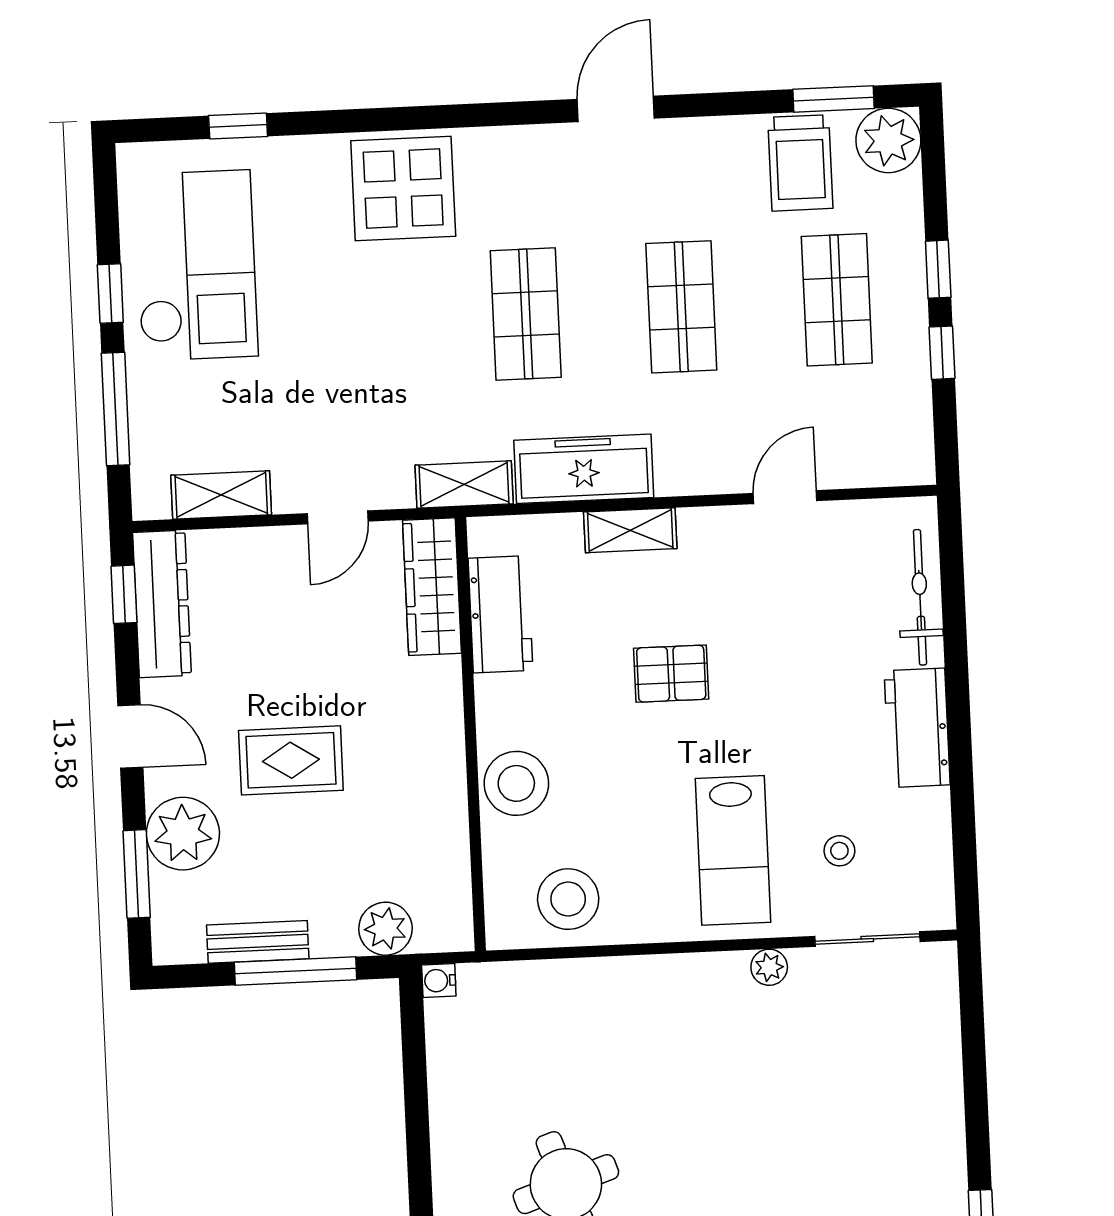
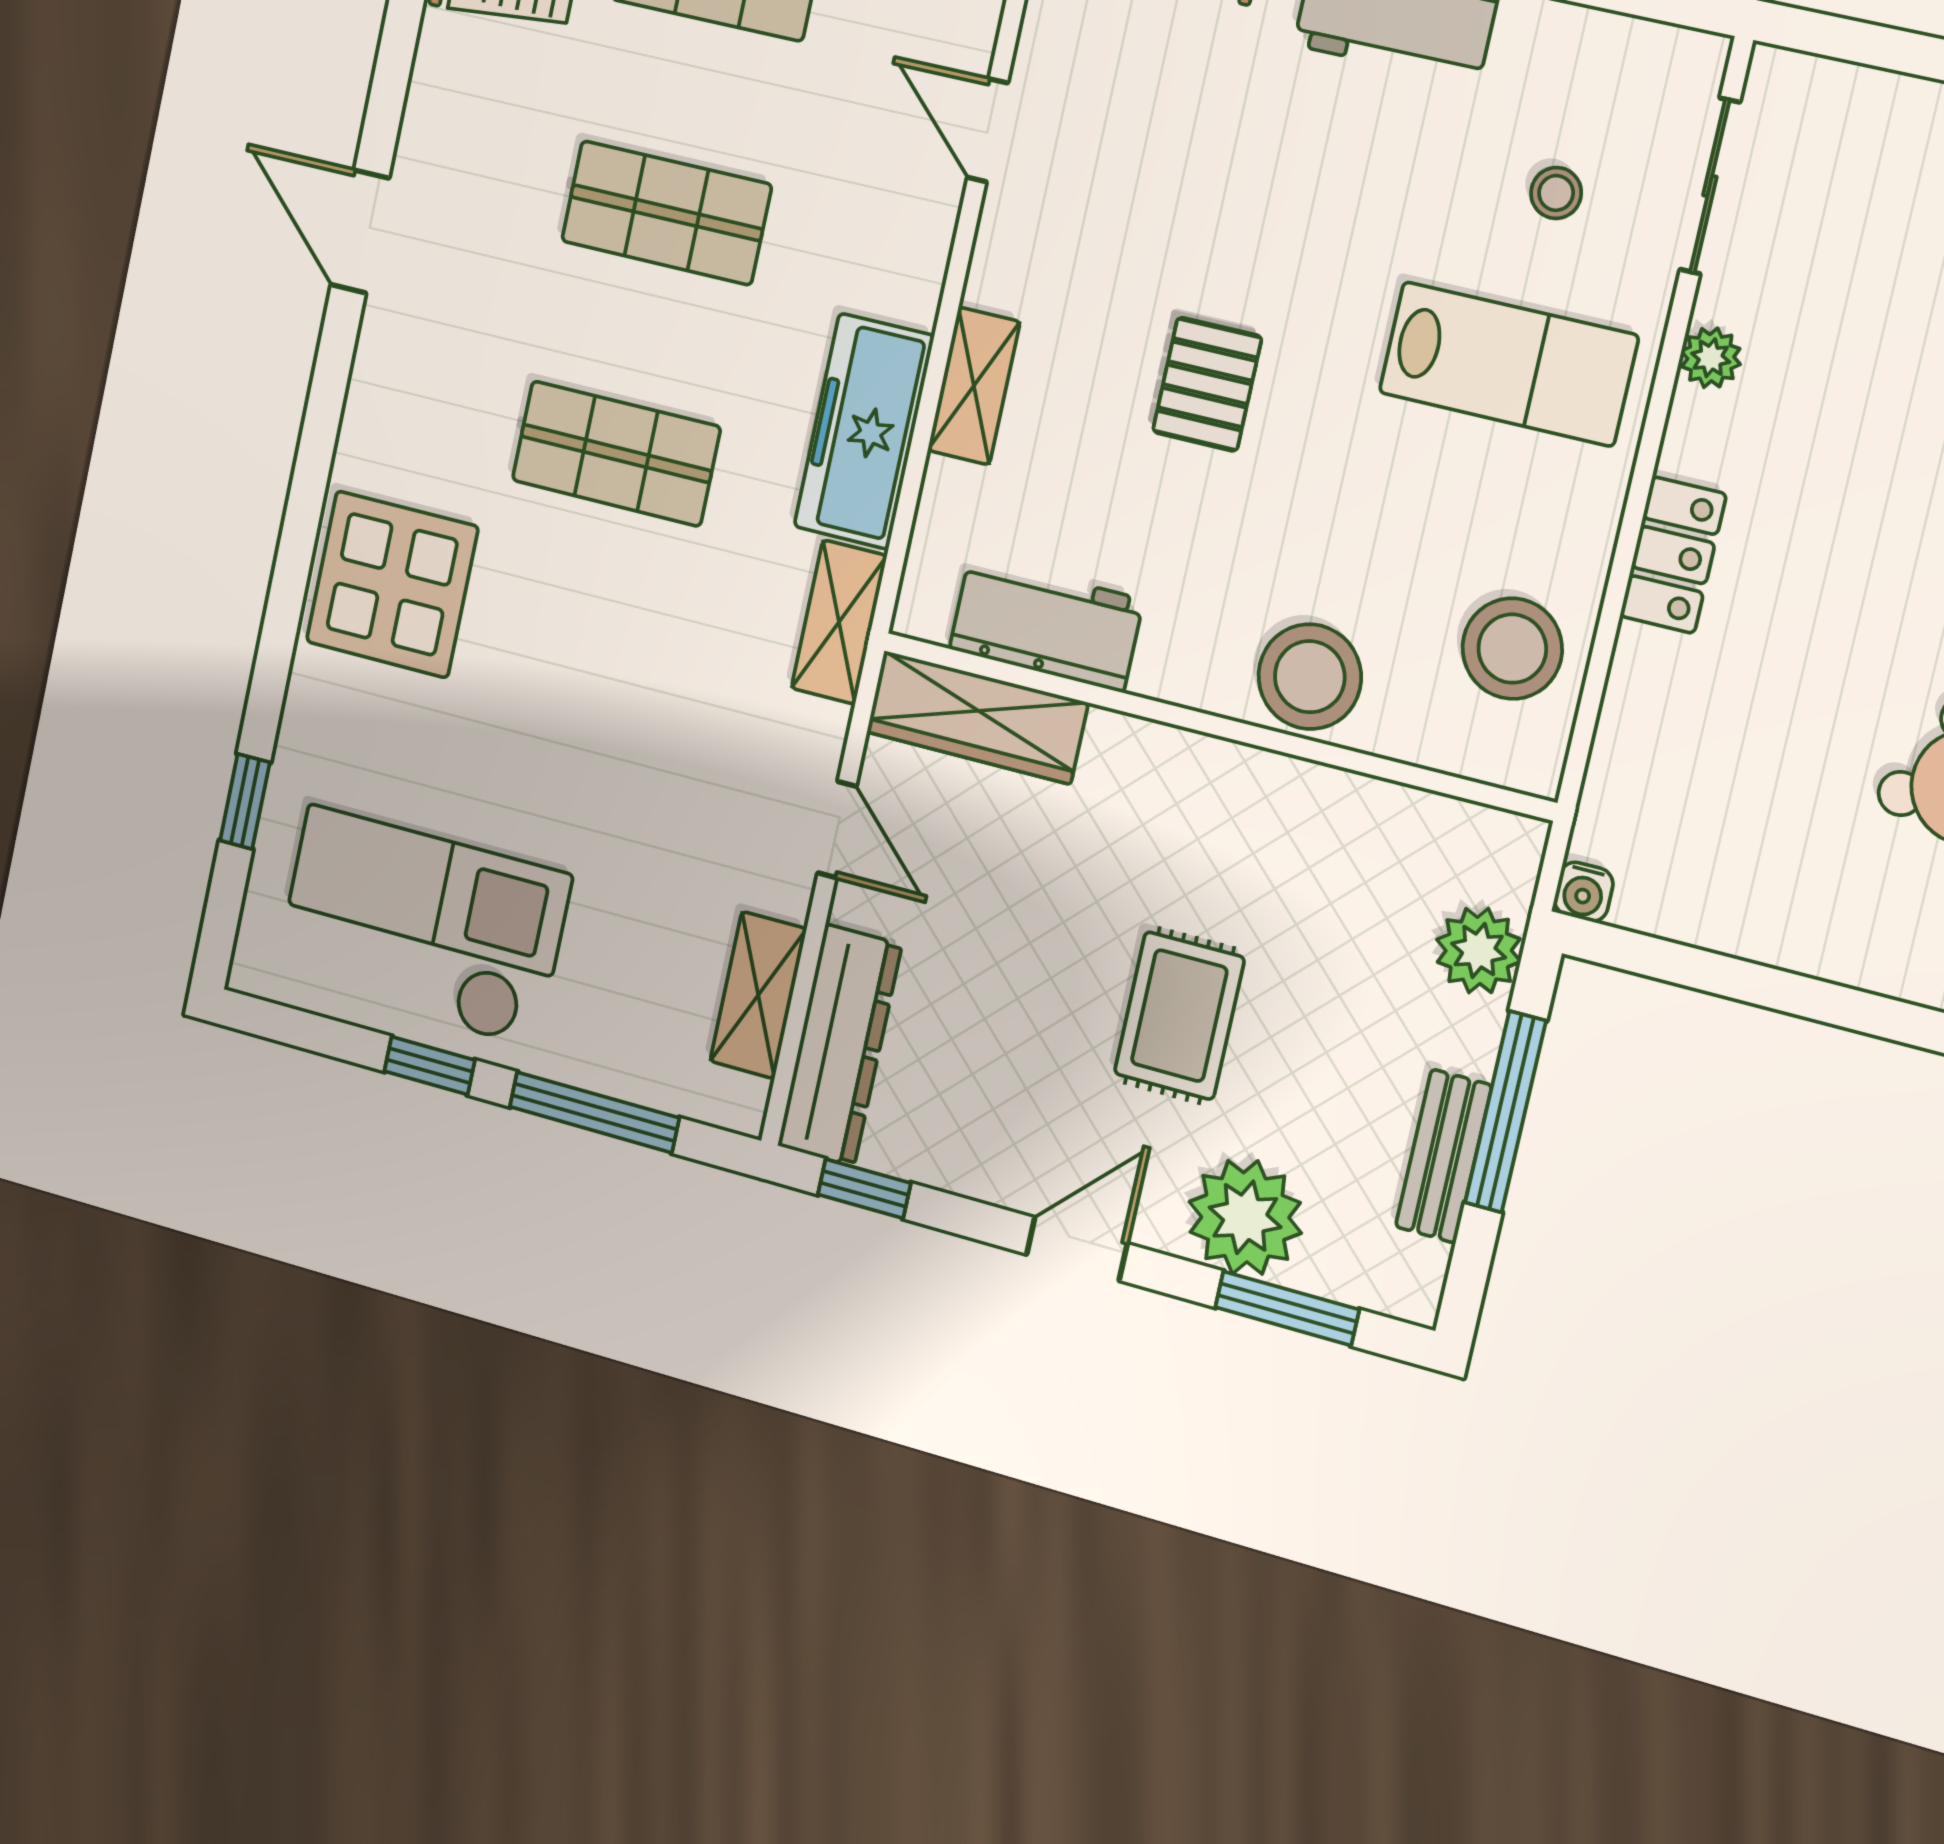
dresser: (162, 604) -> (840, 1045), moved, turned 90
locker: (650, 977) -> (1673, 555), added

